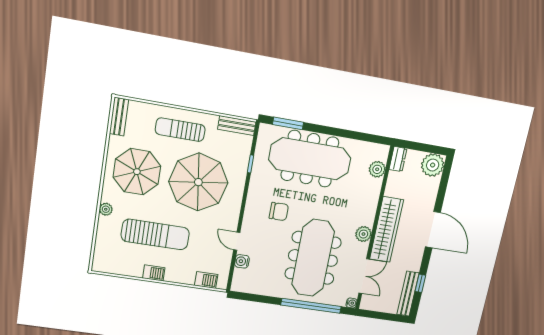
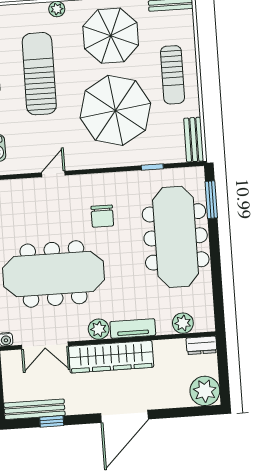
sun lounger: (180, 130) -> (173, 75), turned 180
tv unit: (370, 208) -> (133, 328), added
sun lounger: (155, 234) -> (39, 74), turned 180
water cooler: (242, 261) -> (29, 187), removed

